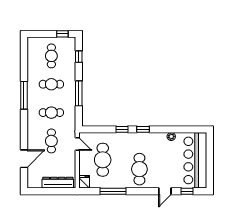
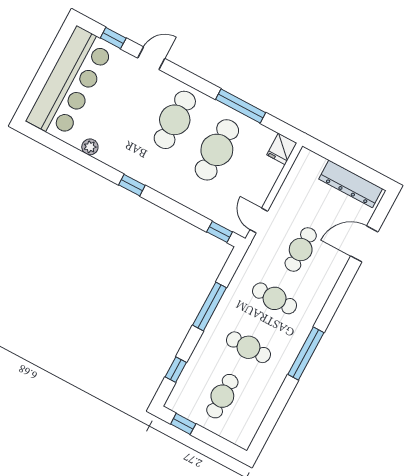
window: (122, 129) -> (220, 232), moved
cafe table: (103, 160) -> (217, 150), moved
dresser: (58, 183) -> (351, 184), moved

